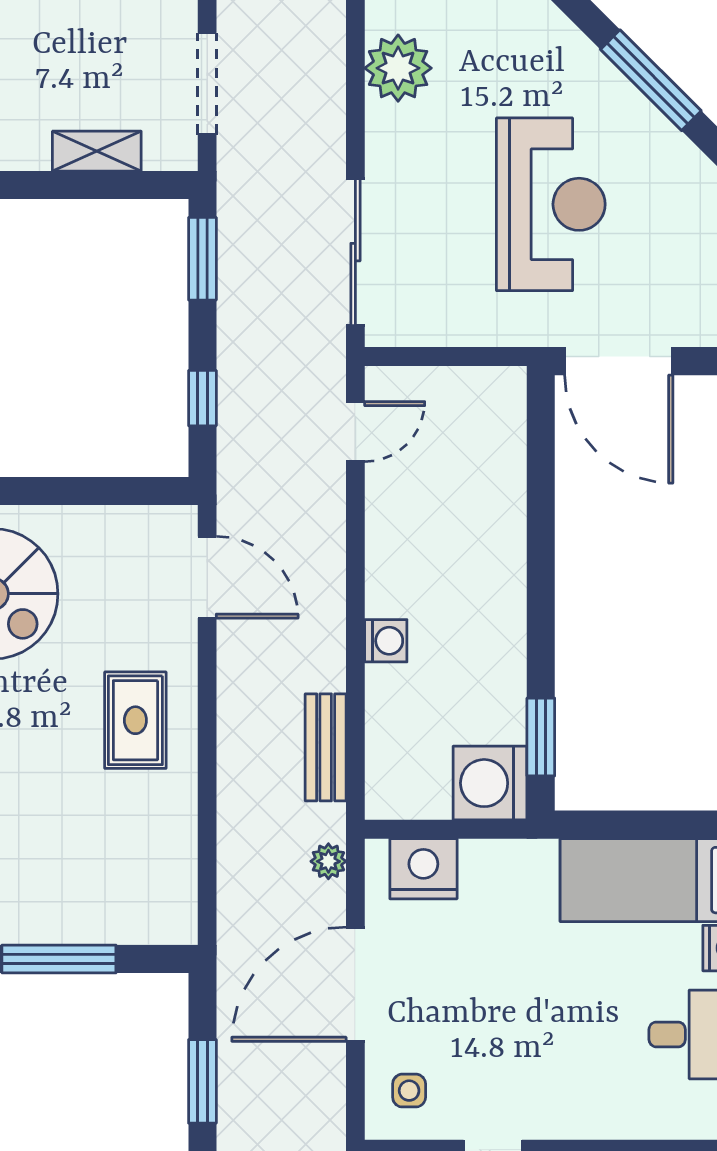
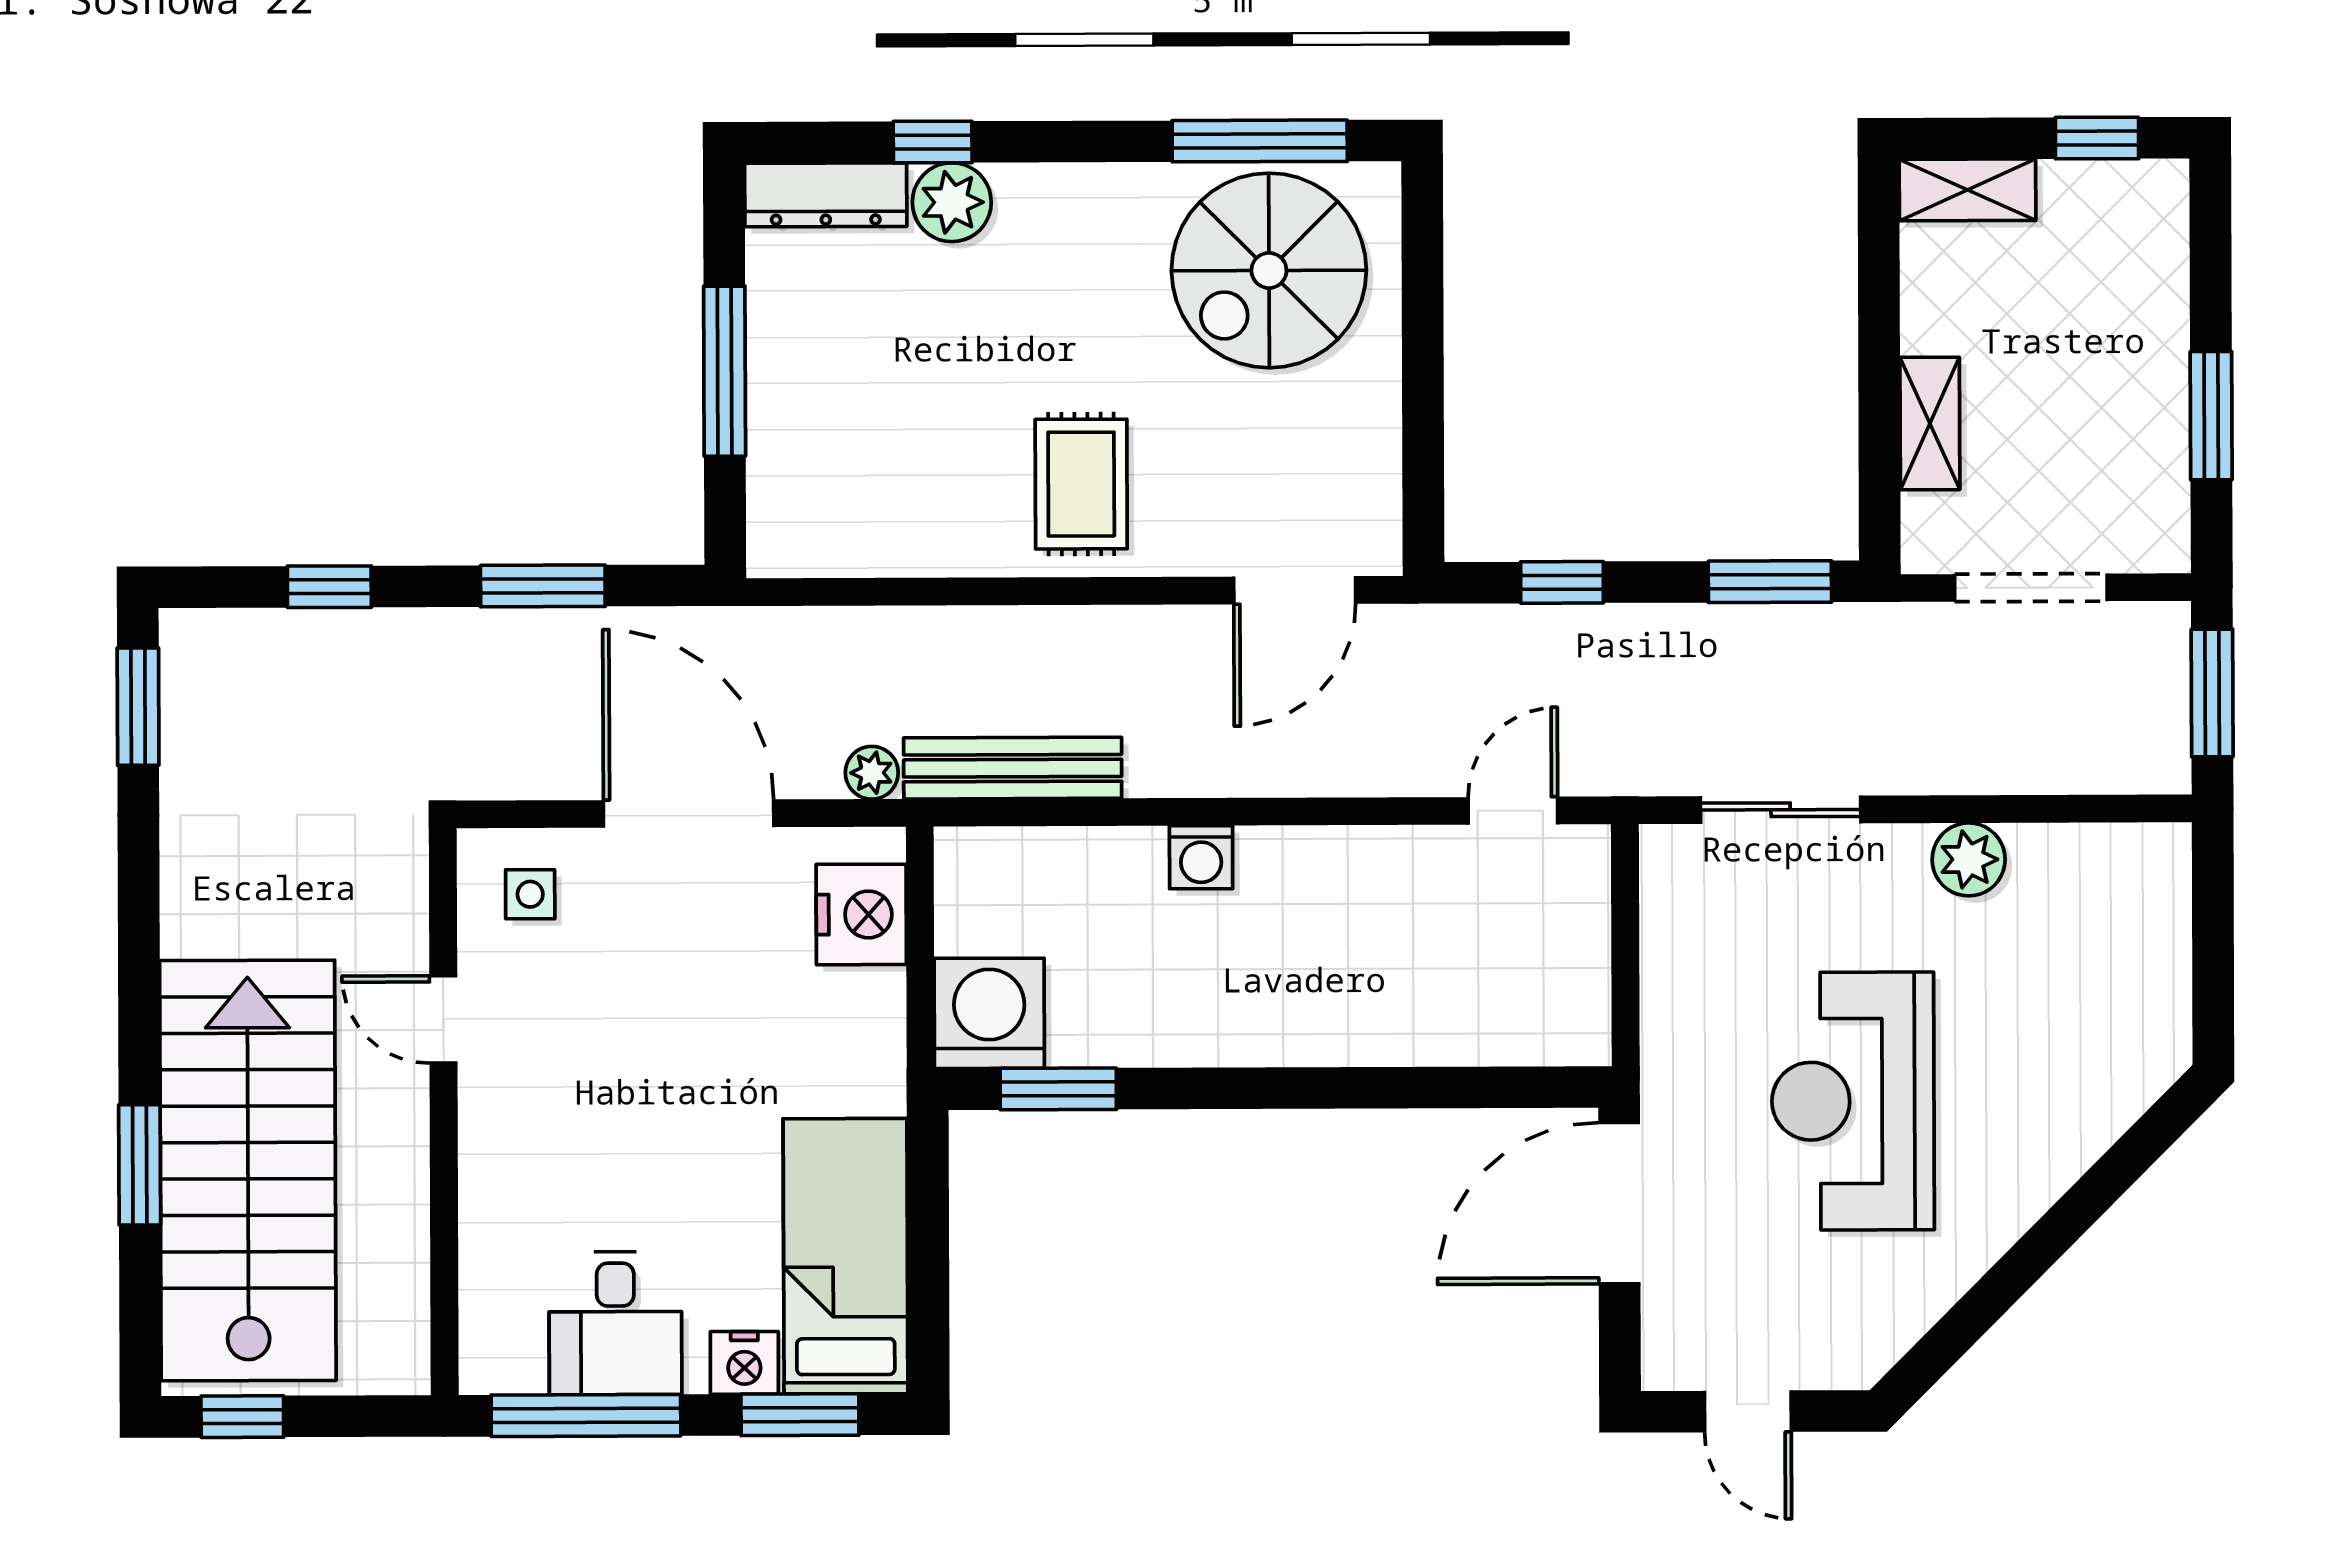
plant: (398, 68) -> (1969, 859), moved, width x0.73, depth x0.73
window: (651, 80) -> (2039, 1249), removed
reception desk: (551, 204) -> (1853, 1101), turned 90
sliding door: (355, 252) -> (1781, 810), width x0.73
door: (355, 432) -> (1513, 811), swing flipped
rug: (135, 720) -> (1081, 484), turned 90
bench: (326, 747) -> (1013, 768), width x1.36

